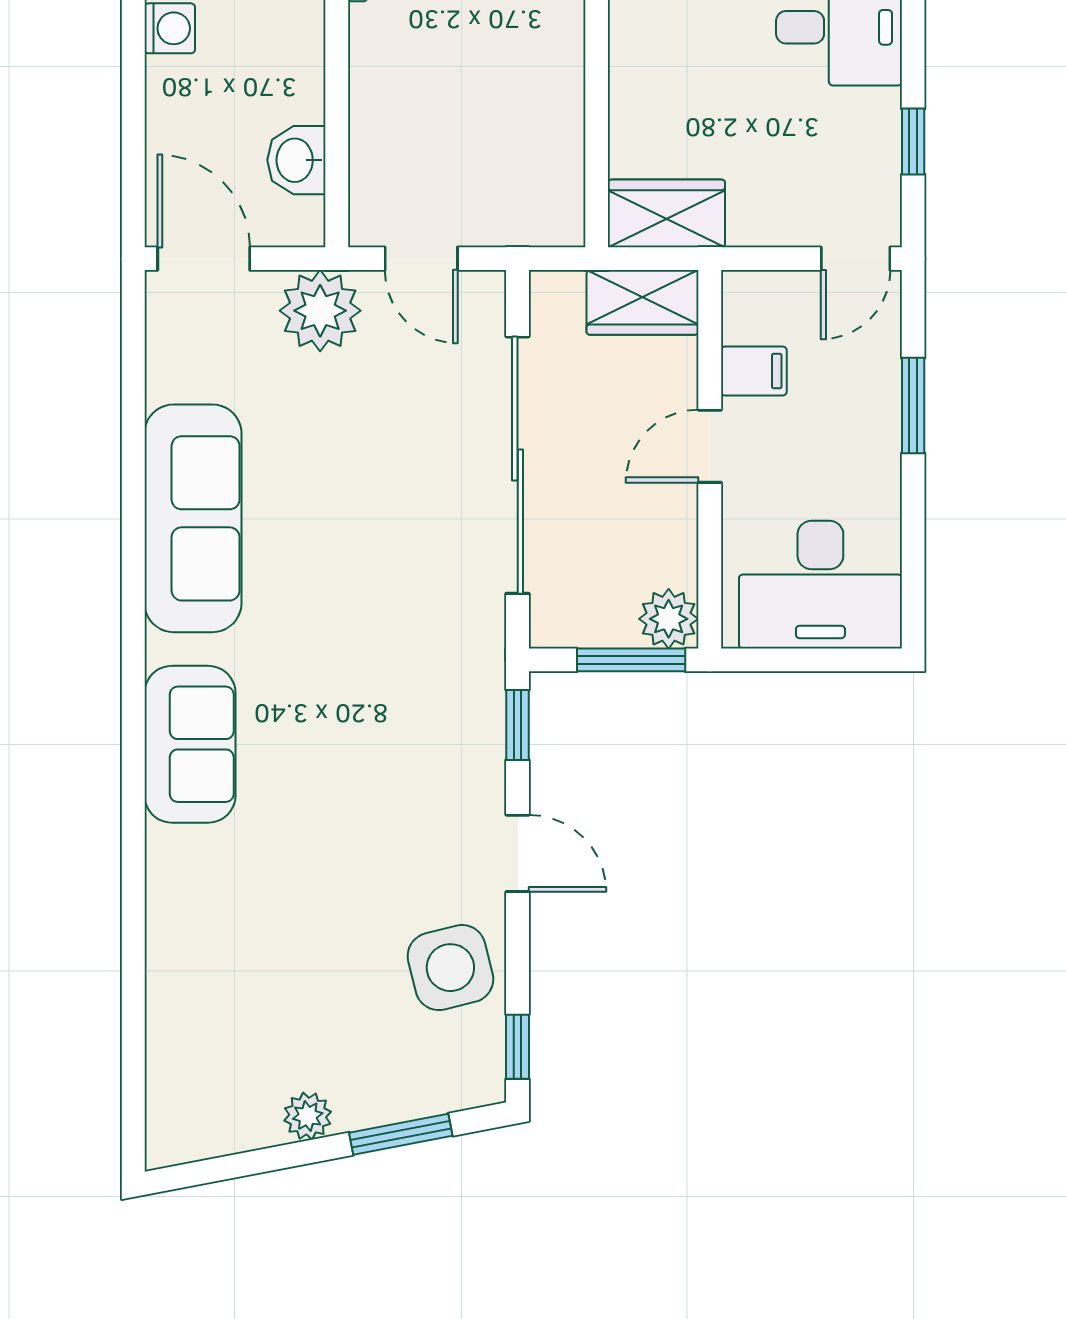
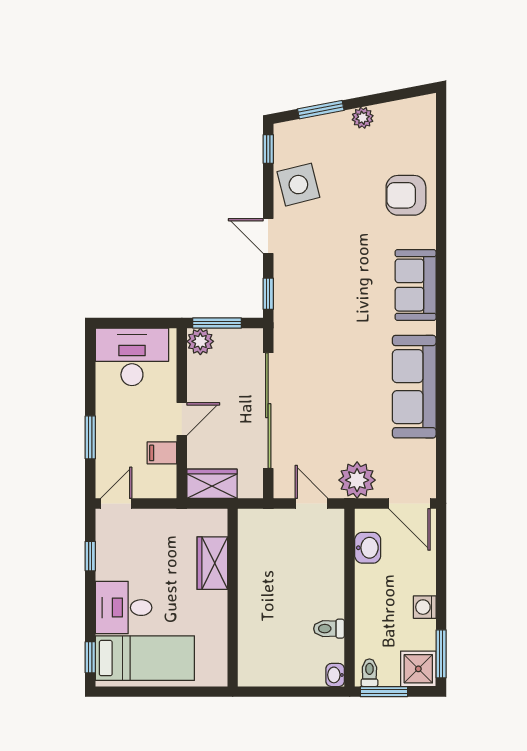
wardrobe: (666, 213) -> (212, 563), moved, turned 90
armchair: (211, 944) -> (406, 195), added

